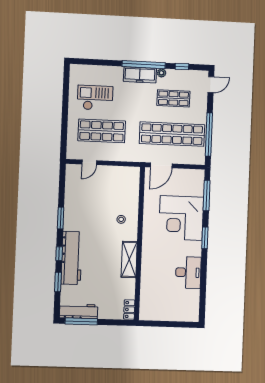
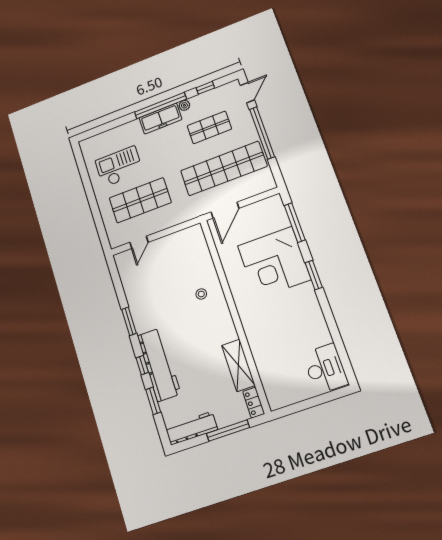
window: (209, 135) -> (262, 133), moved
shelving: (129, 259) -> (238, 365), moved
desk: (188, 272) -> (325, 369), moved
window: (81, 321) -> (228, 431), moved

